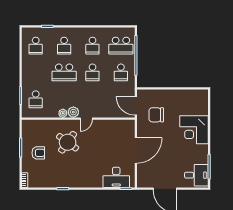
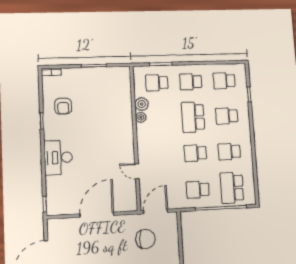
school desk: (36, 72) -> (191, 82), added
plant: (73, 112) -> (142, 104), moved
chair: (156, 115) -> (145, 239), turned 90
door: (86, 119) -> (137, 171), moved
round table: (68, 142) -> (103, 125), removed
door: (136, 150) -> (97, 215), swing flipped
armchair: (38, 153) -> (63, 106), moved
desk: (116, 177) -> (58, 158), moved

